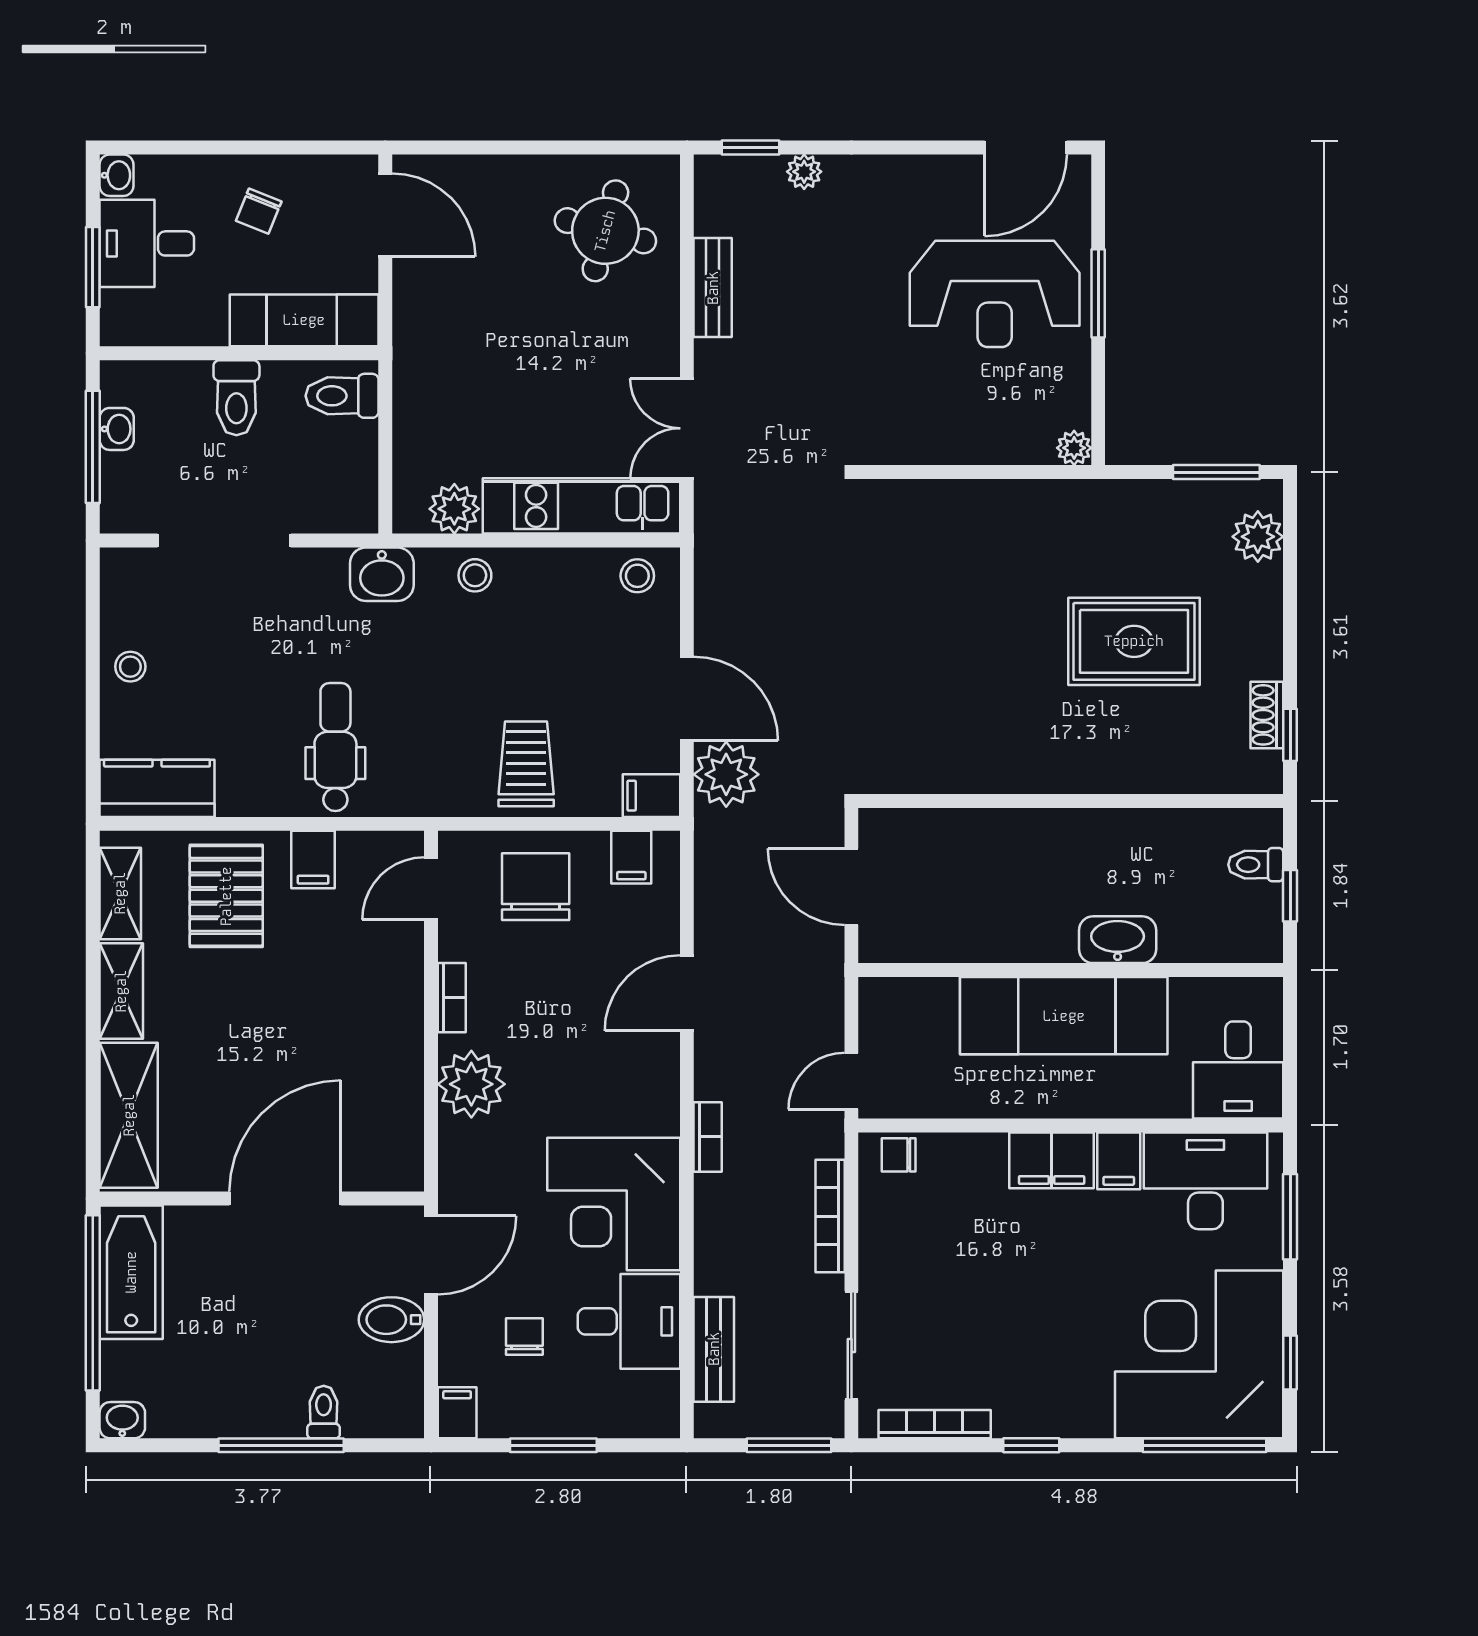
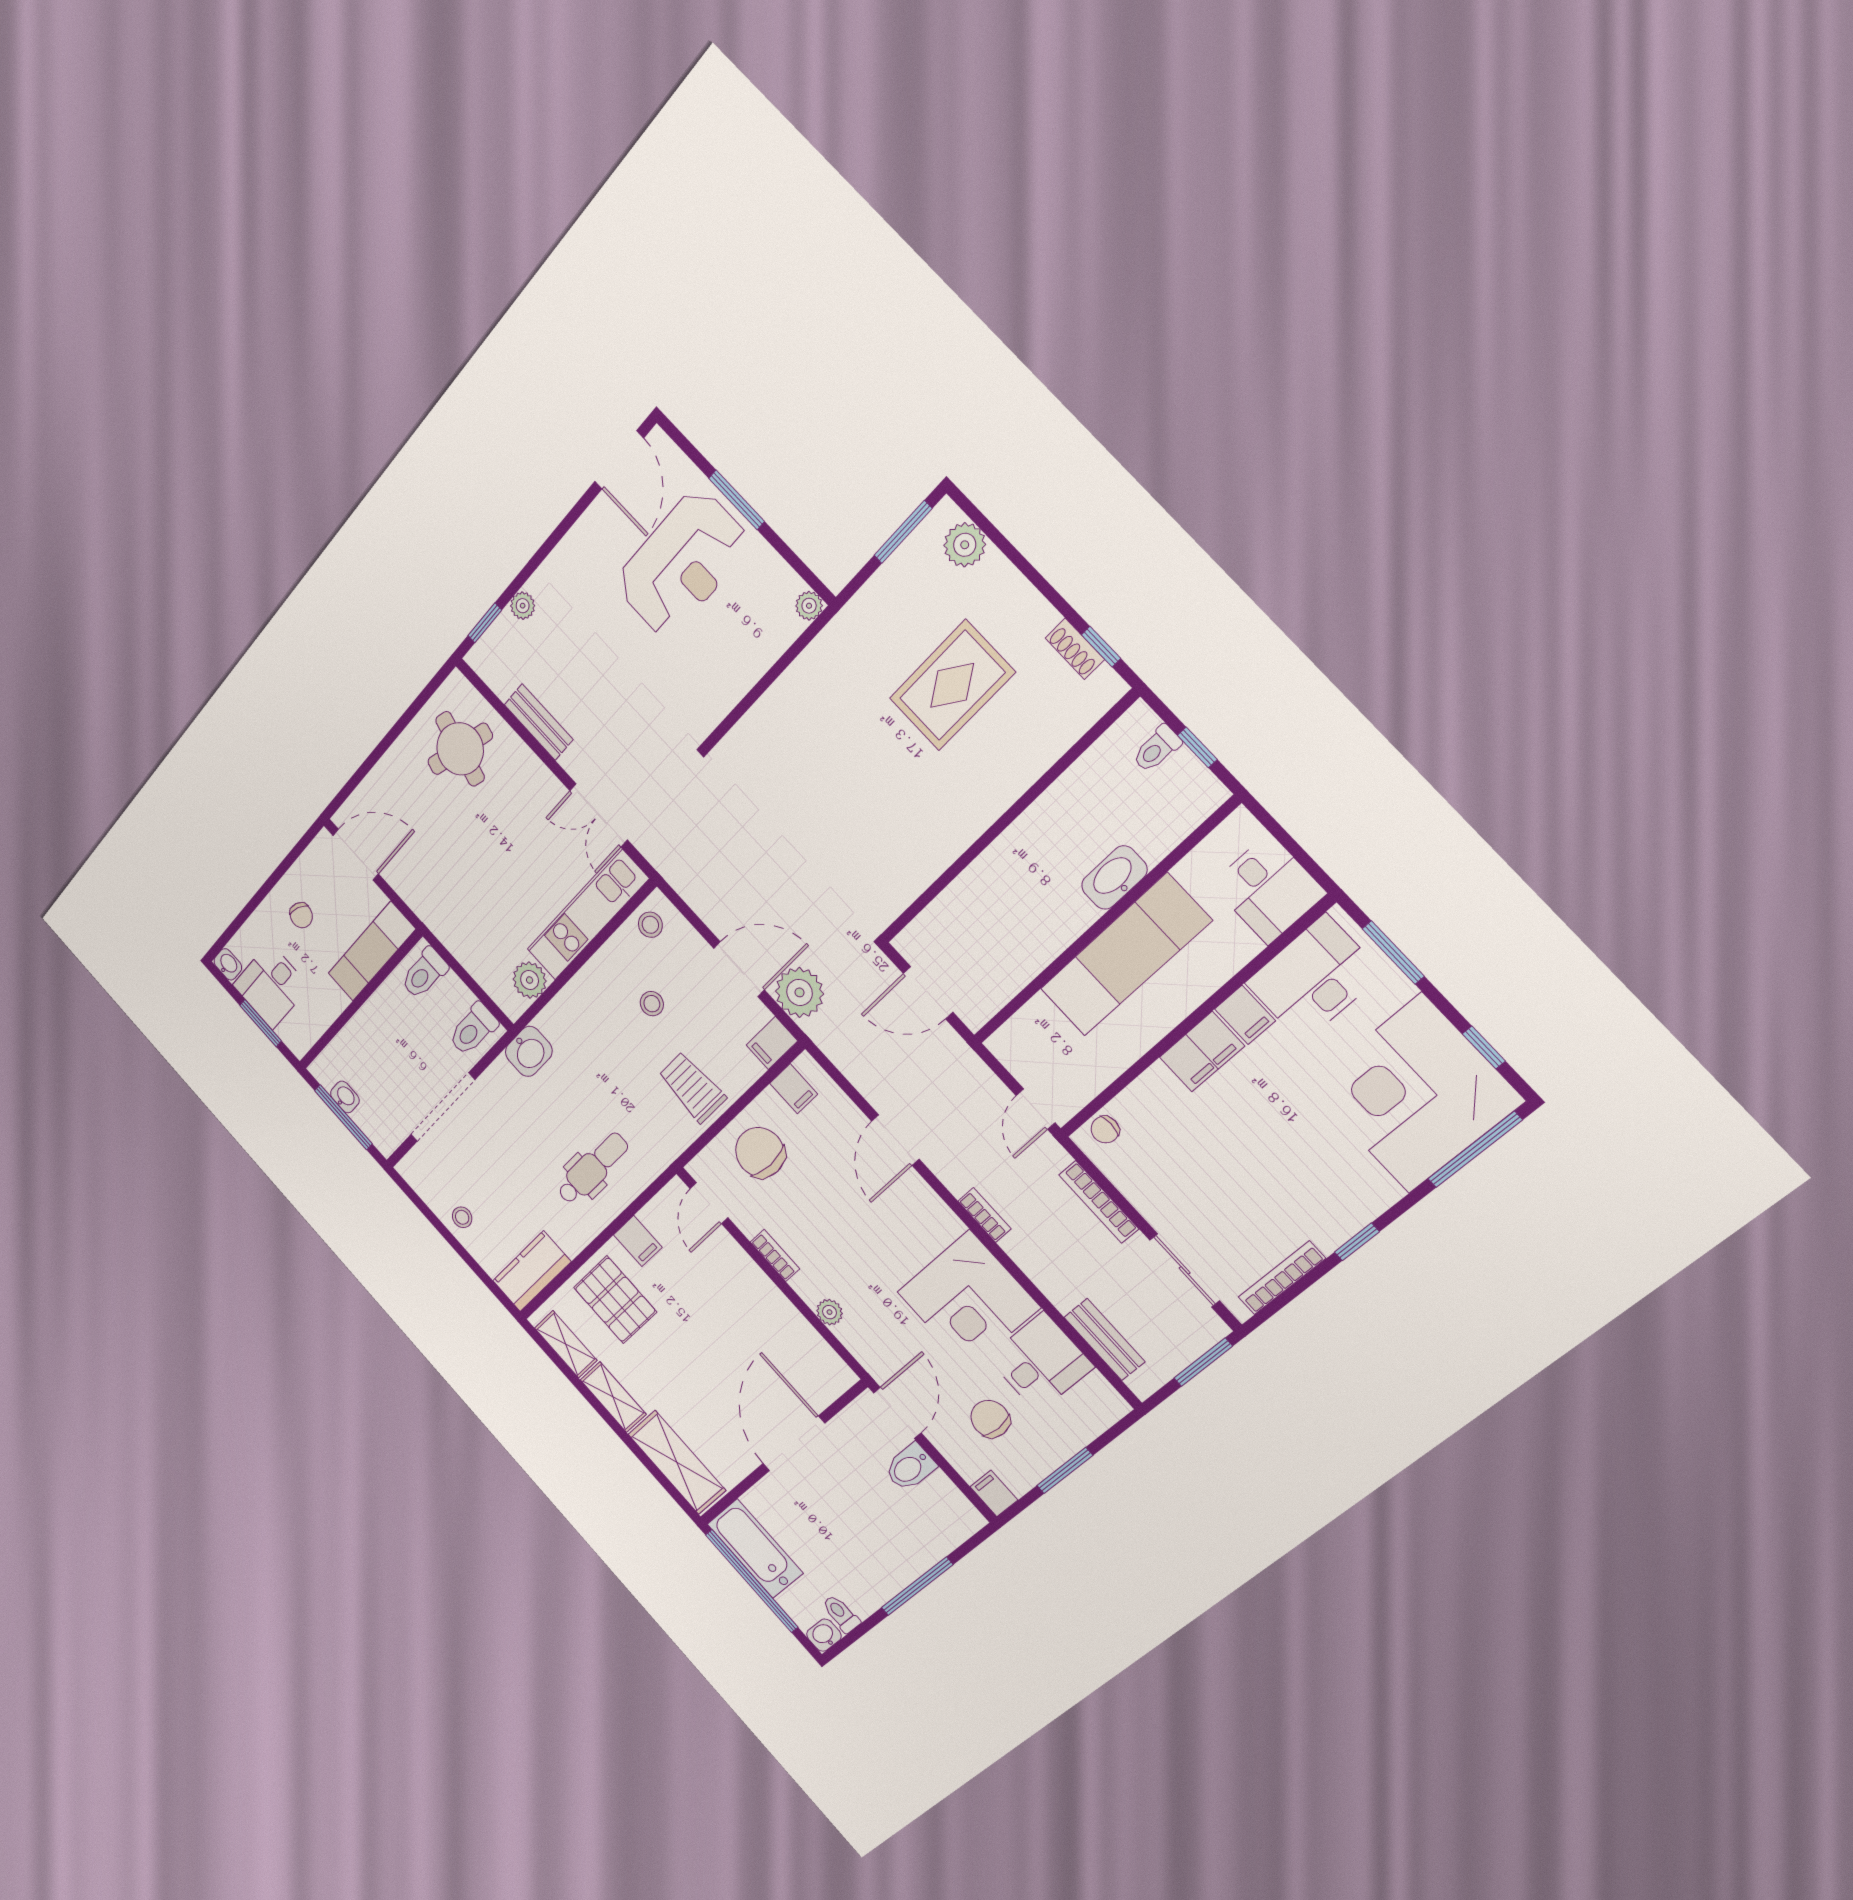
toilet: (236, 398) -> (473, 1029), moved, turned 90
stool: (475, 575) -> (652, 1004), moved
dental chair: (335, 747) -> (593, 1168), turned 90
plant: (471, 1084) -> (829, 1312), width x0.53, depth x0.53
chair: (524, 1336) -> (990, 1419), width x1.37, depth x1.37
toilet: (324, 1412) -> (841, 1614), moved

